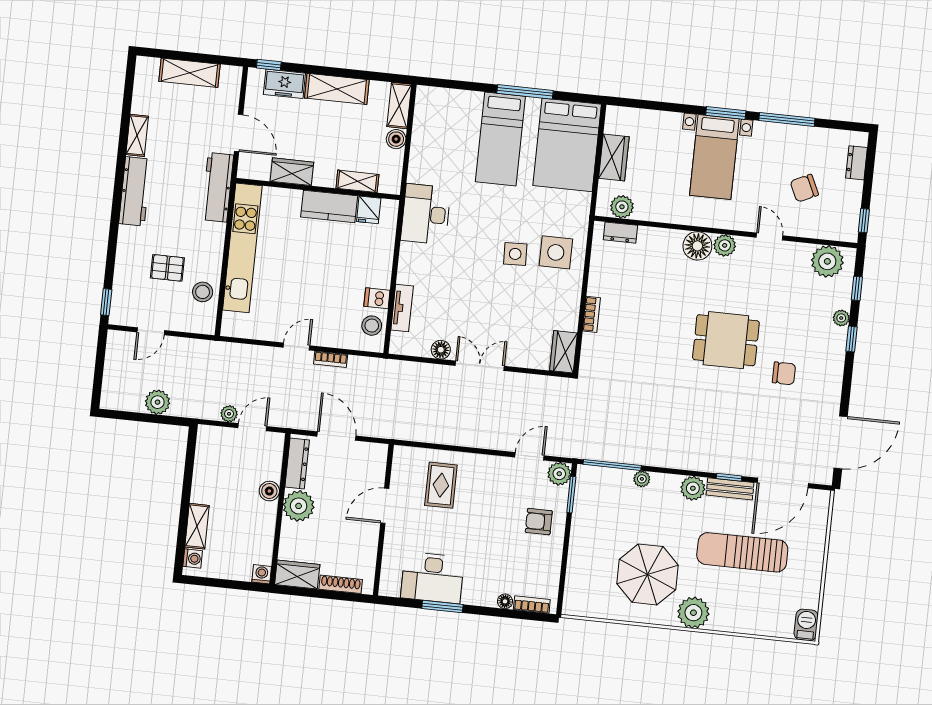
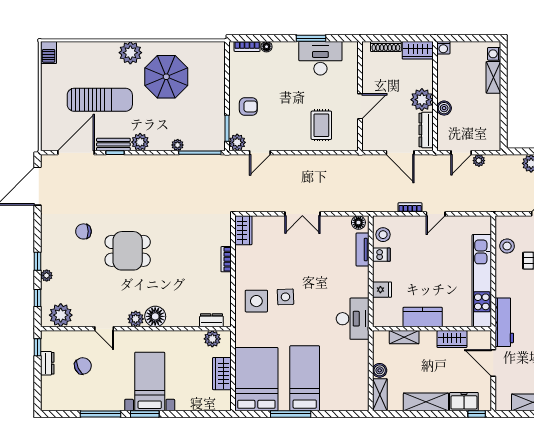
dresser: (856, 163) -> (47, 363), moved
fridge: (369, 210) -> (382, 290), moved, turned 90
floor lamp: (441, 350) -> (358, 223), moved

